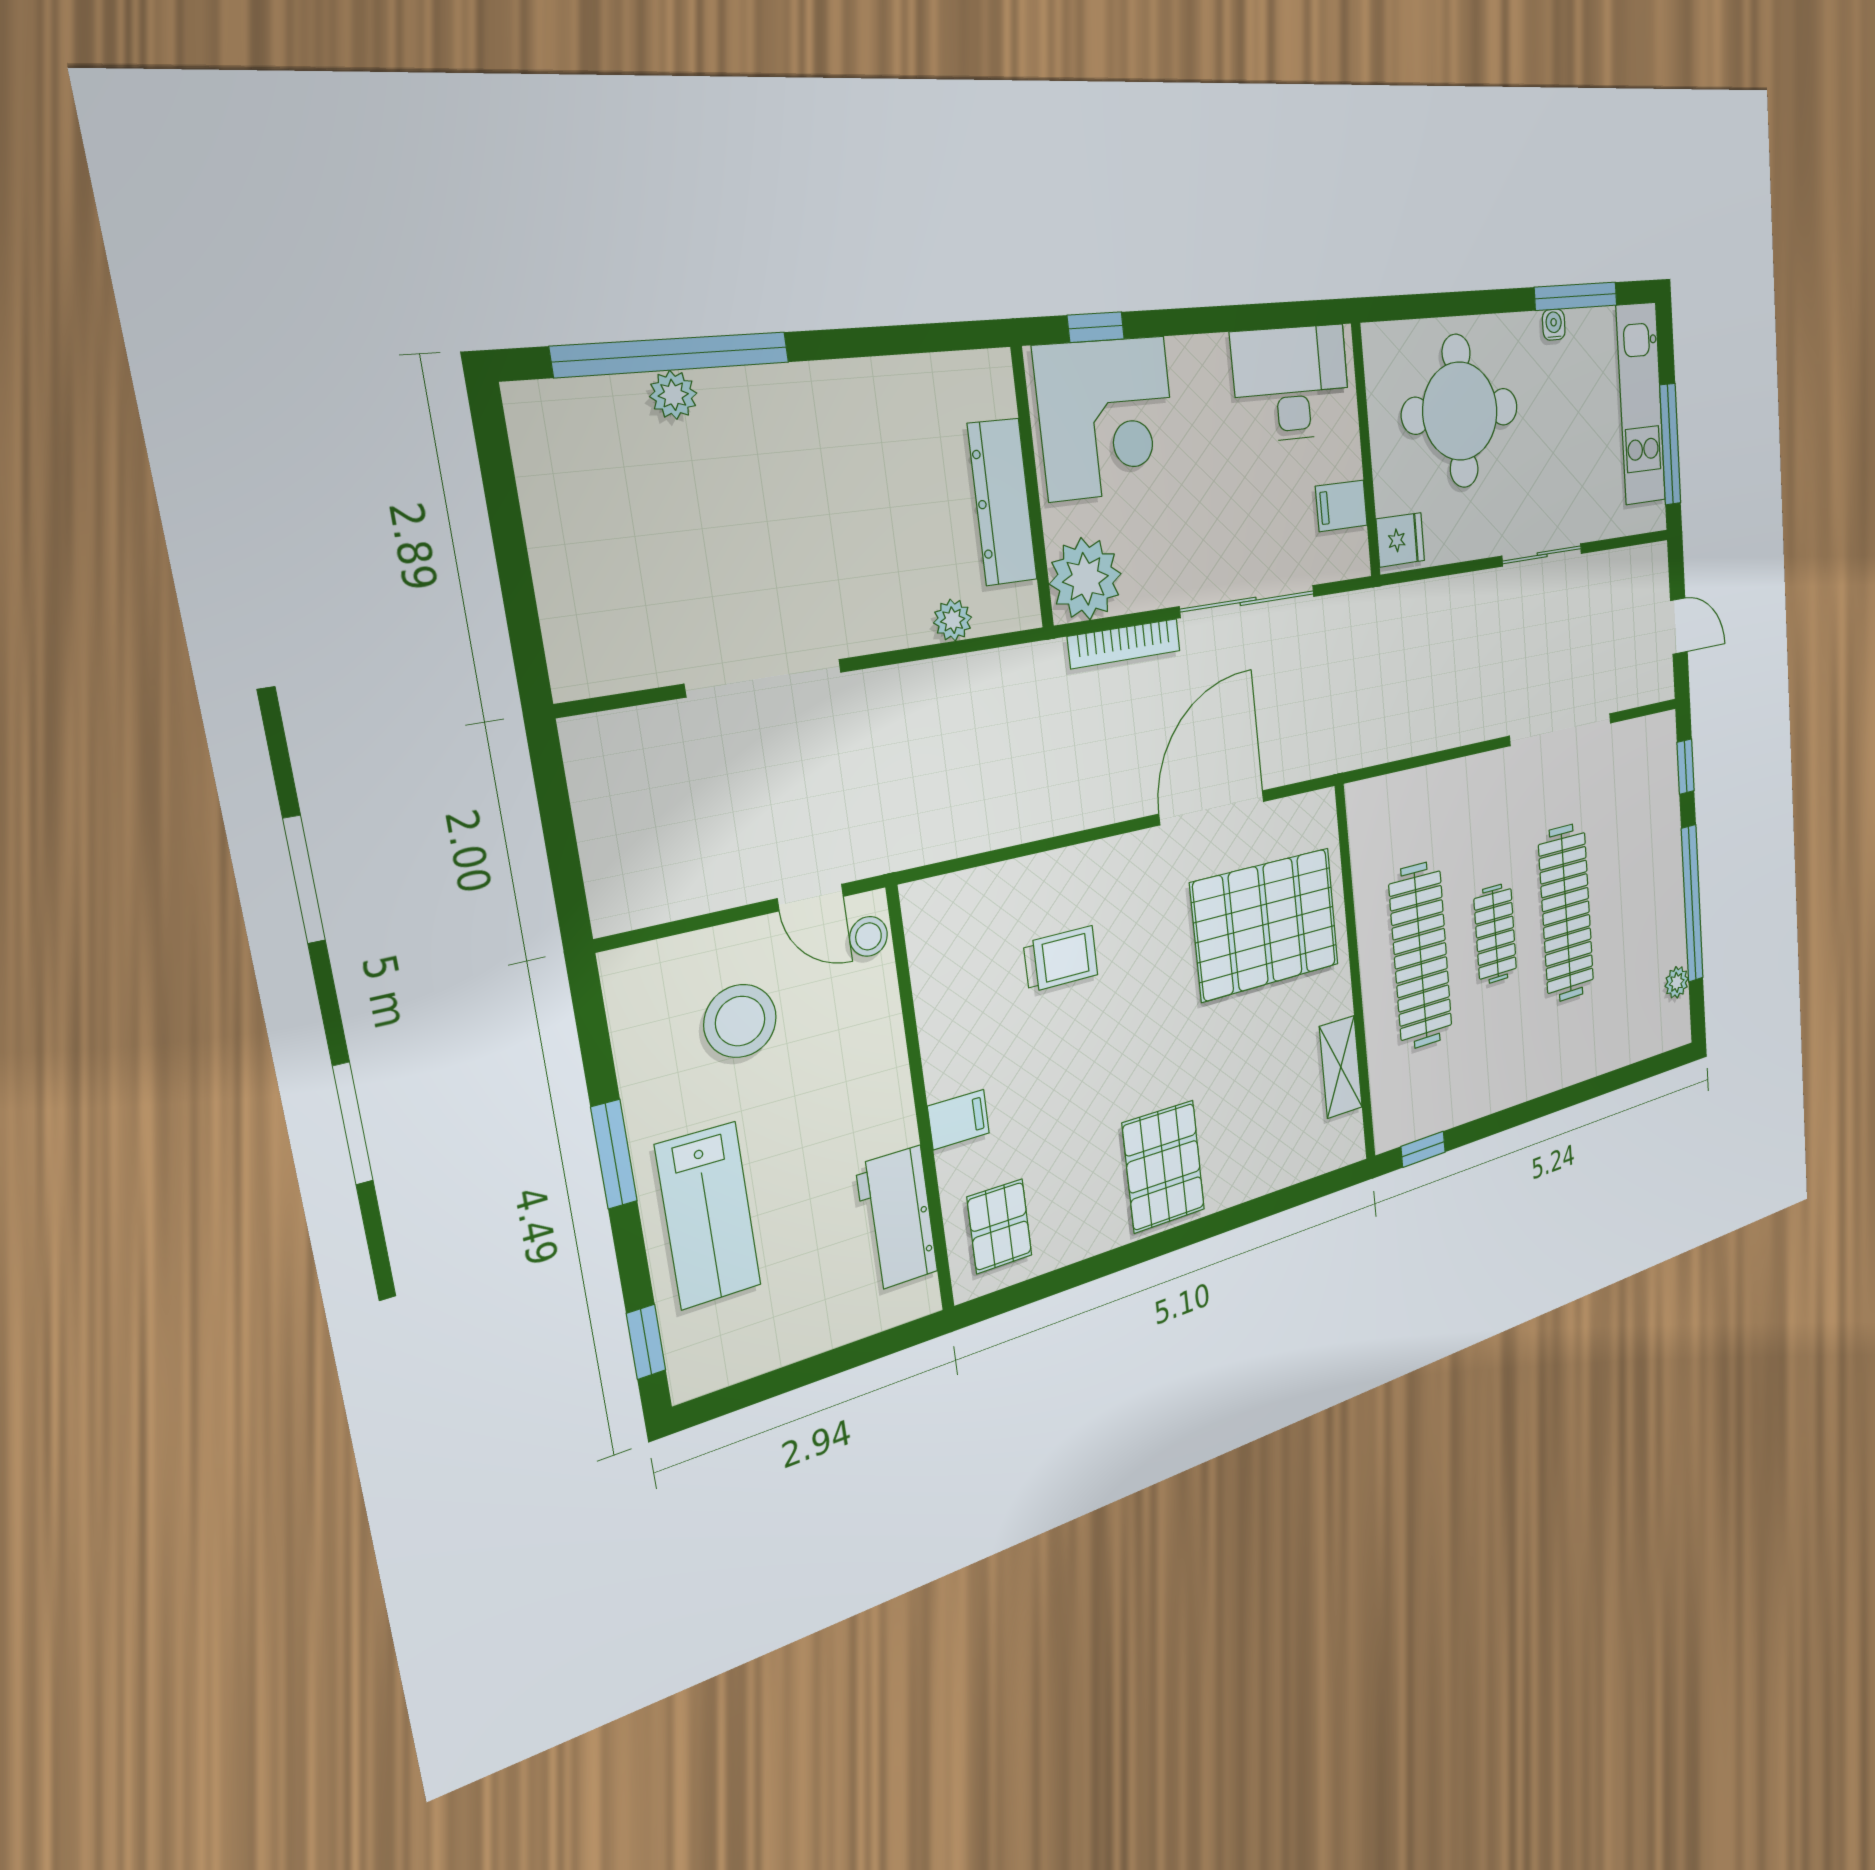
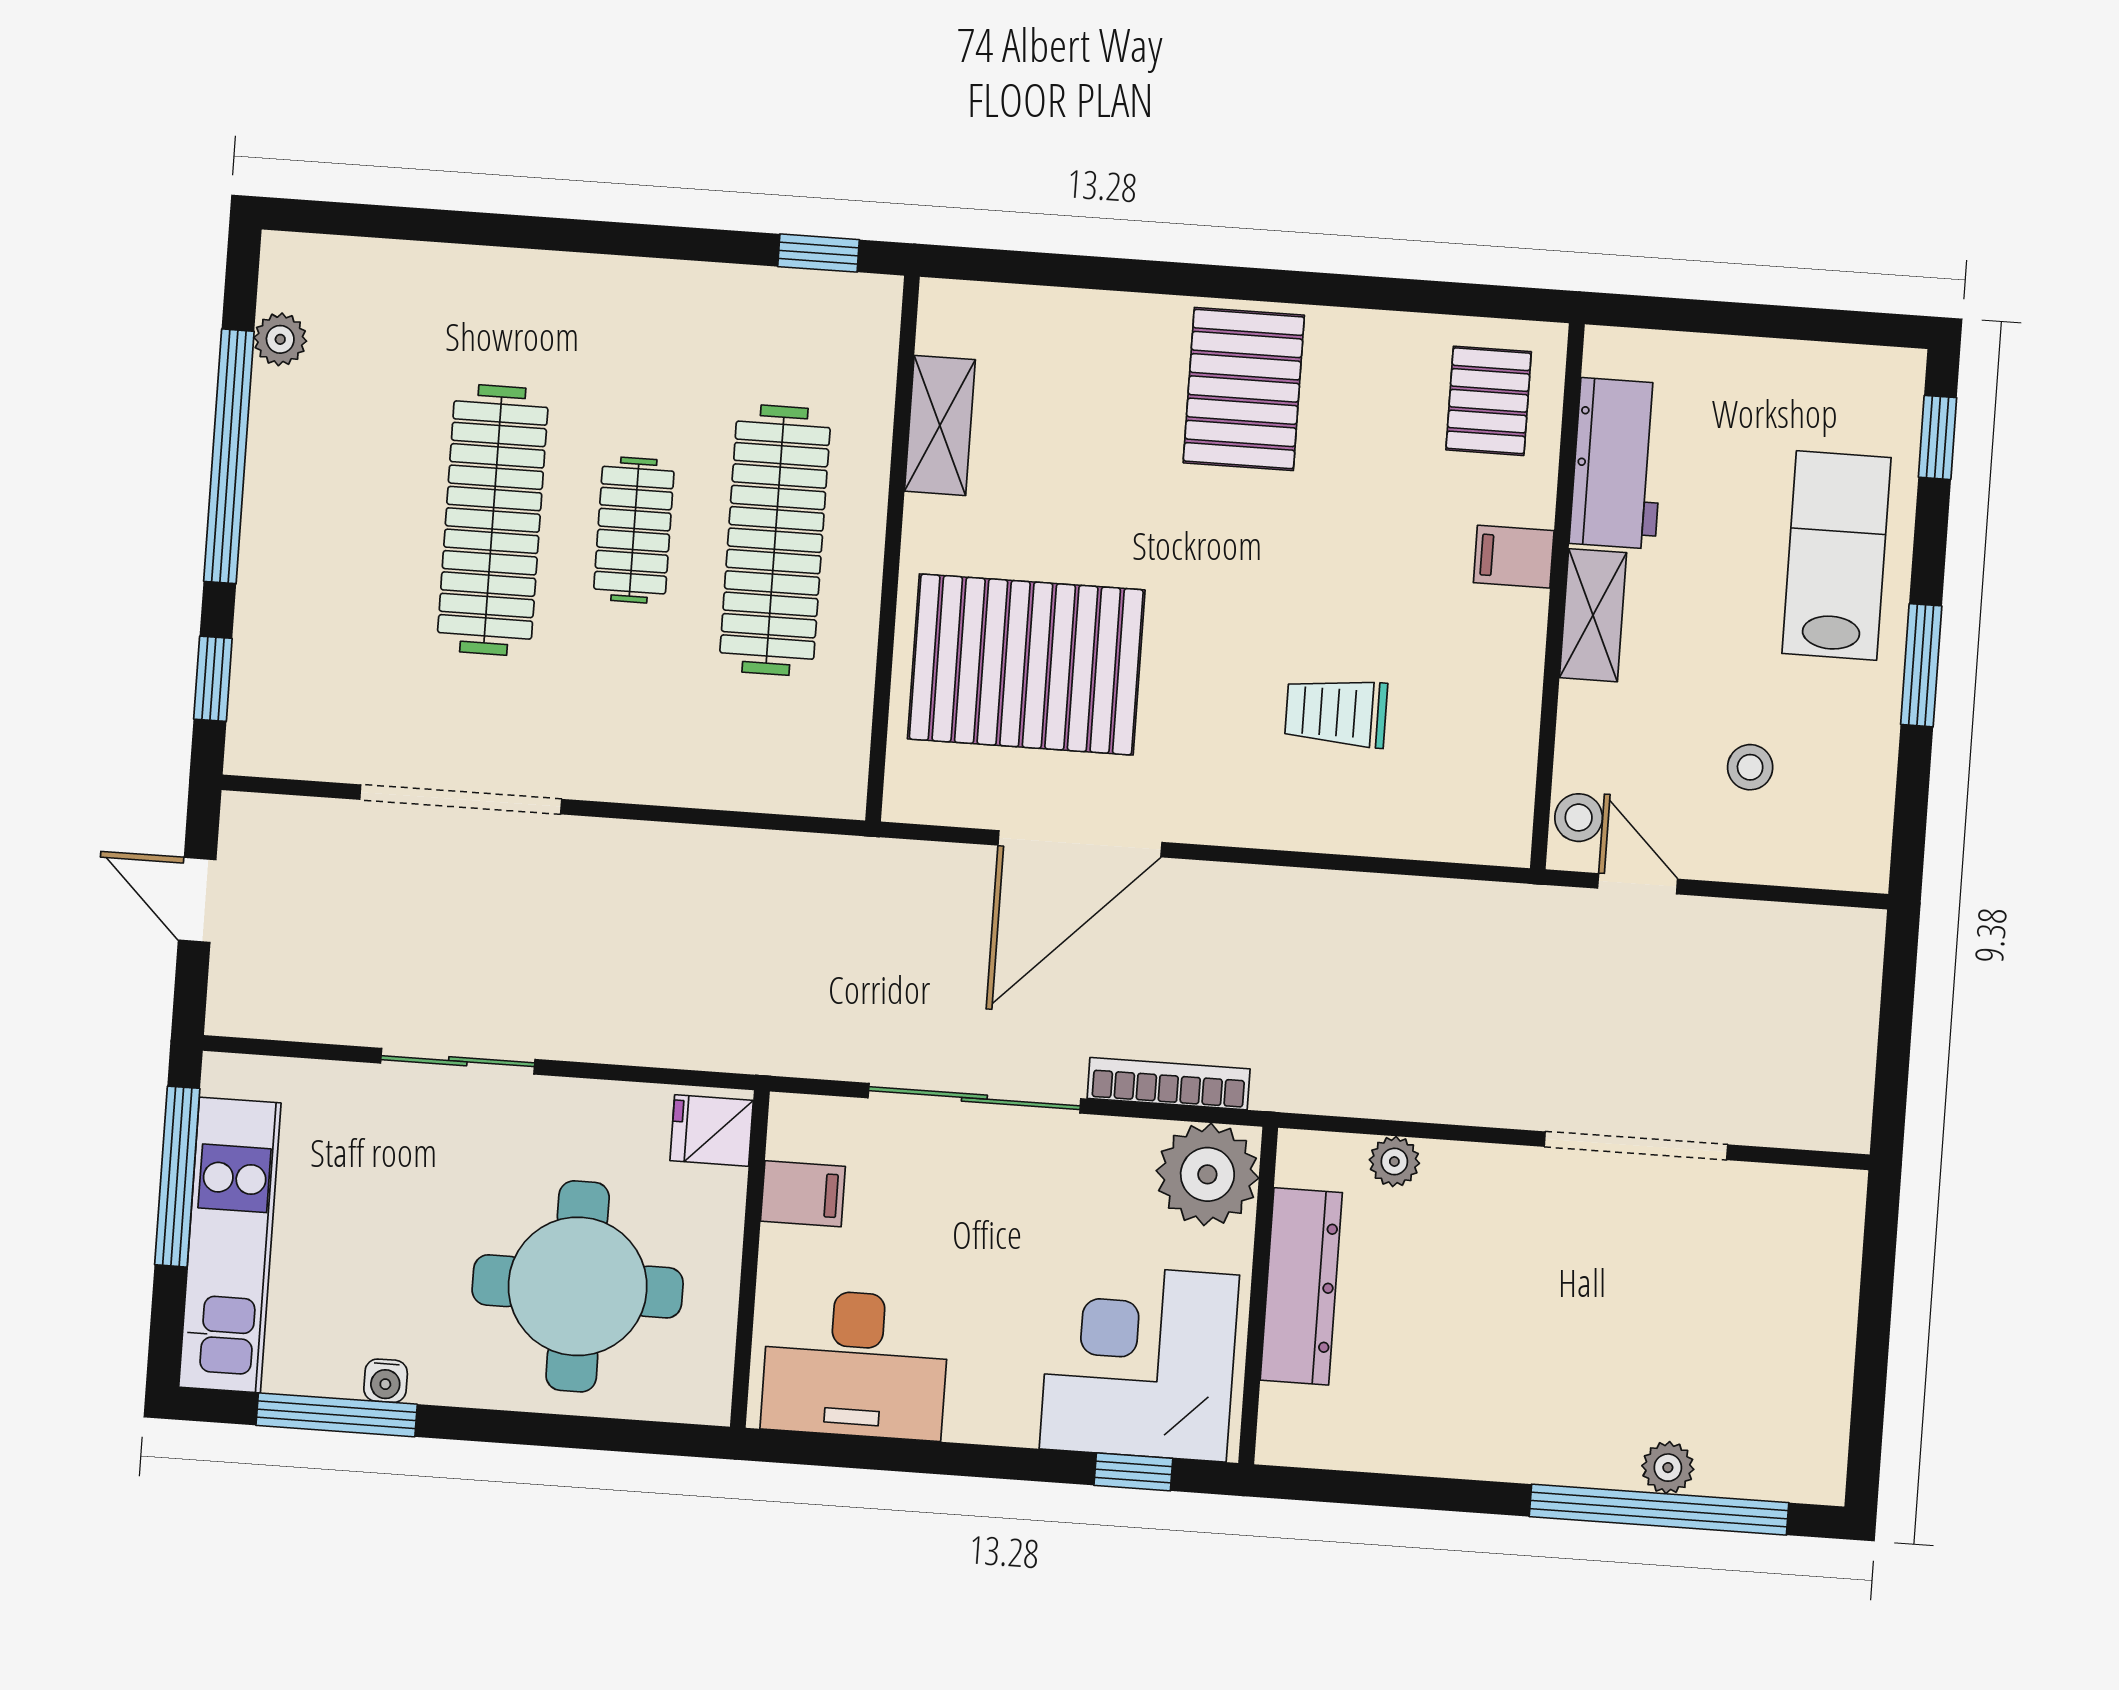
stool: (740, 1021) -> (1750, 767), width x0.53, depth x0.53
shelving: (891, 1097) -> (1593, 615), added

